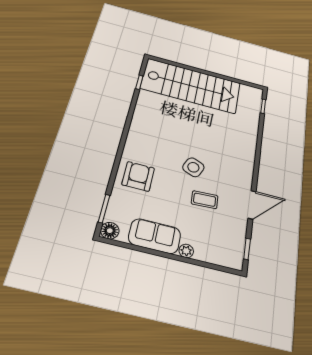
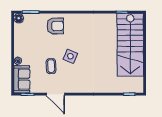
sofa: (155, 236) -> (22, 79), moved

